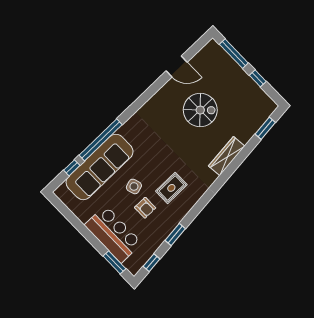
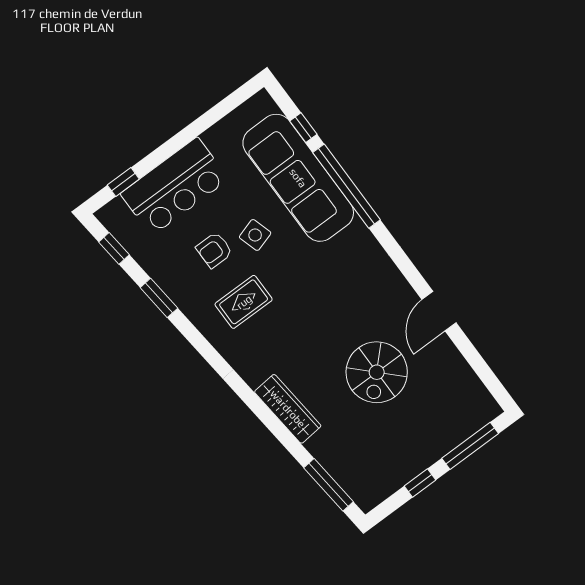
door: (177, 66) -> (439, 311), moved
window: (265, 128) -> (329, 485), width x1.44
rug: (171, 188) -> (244, 302), turned 90
window: (114, 262) -> (123, 182), width x0.67

